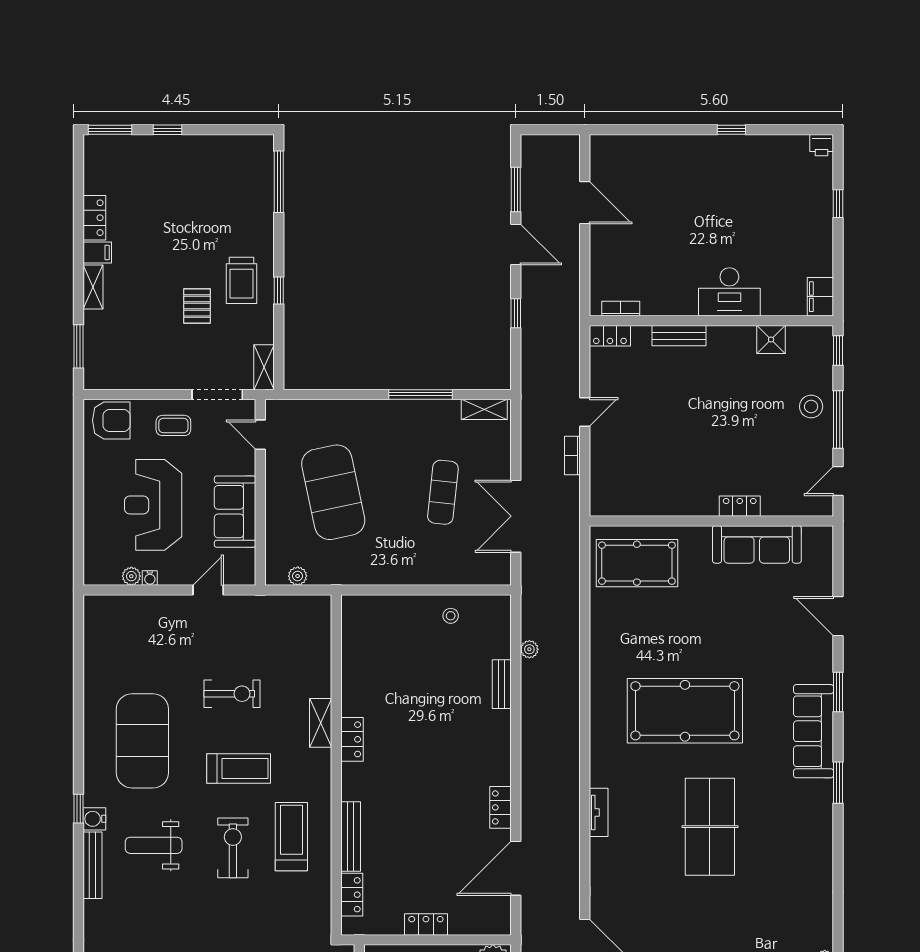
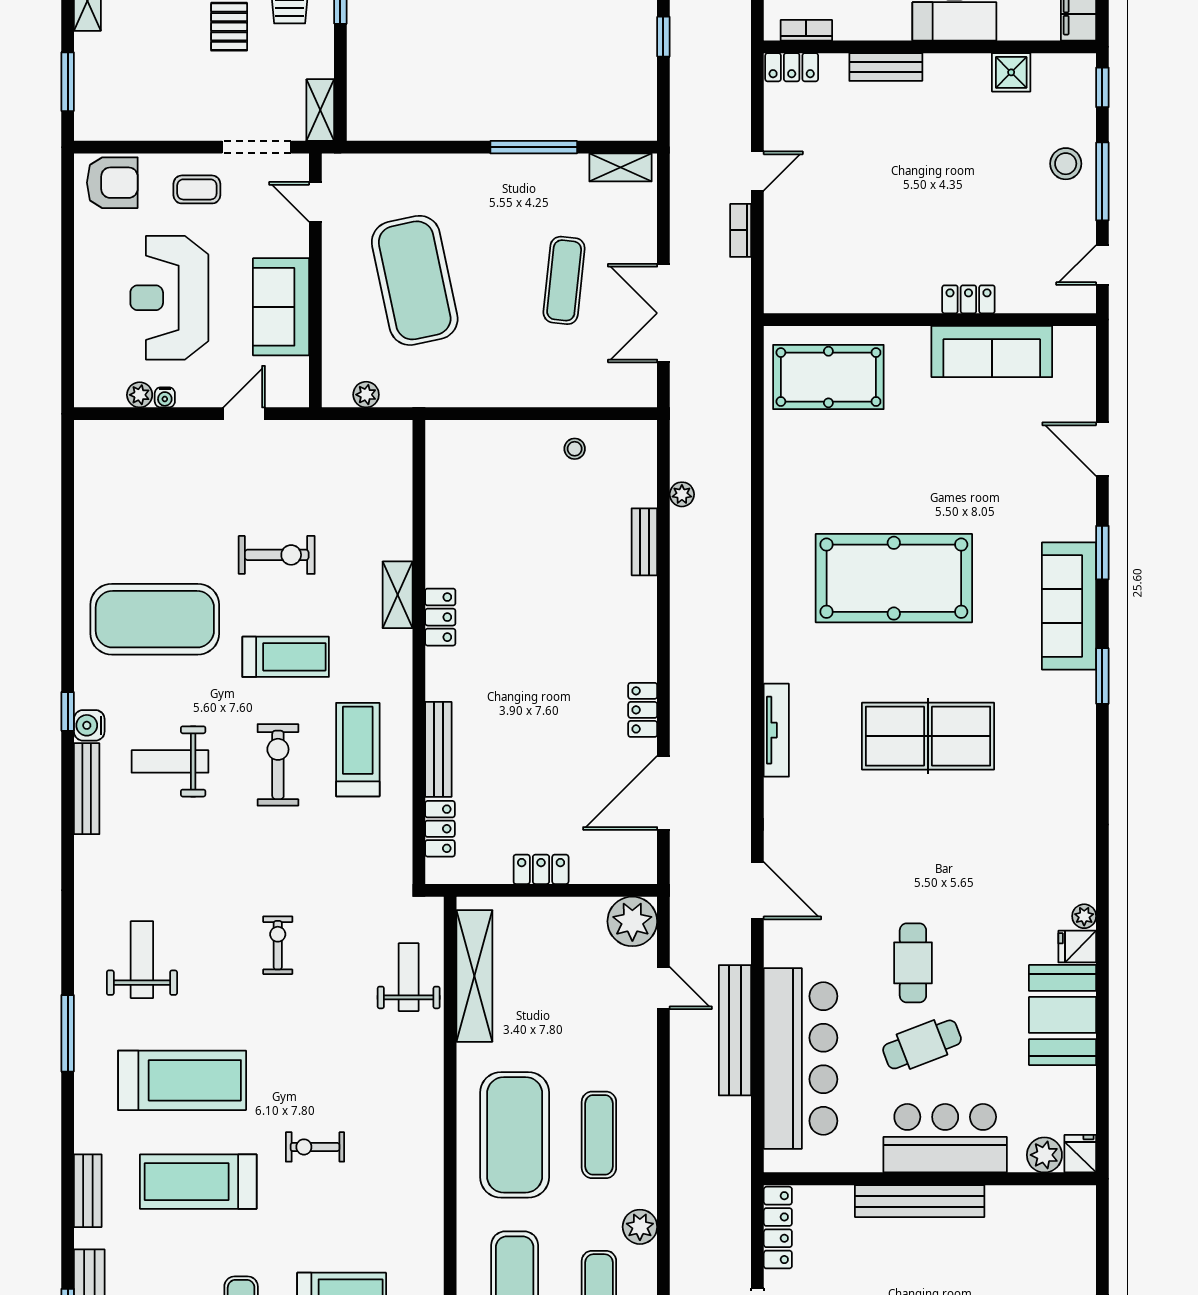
exercise mat: (142, 741) -> (155, 619), turned 90
tv unit: (599, 812) -> (776, 730), width x1.41
table tennis table: (710, 827) -> (928, 736), turned 90

